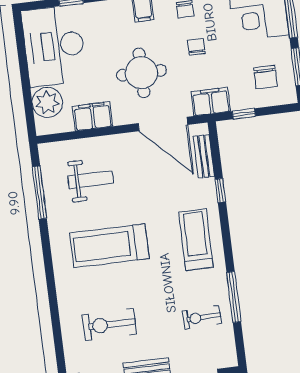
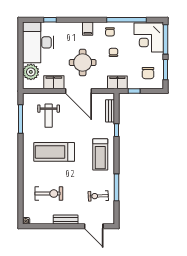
door: (163, 124) -> (79, 91), moved
weight bench: (91, 180) -> (49, 116), turned 90
treadmill: (196, 240) -> (100, 154), turned 180
exercise bike: (109, 324) -> (49, 194), turned 180

